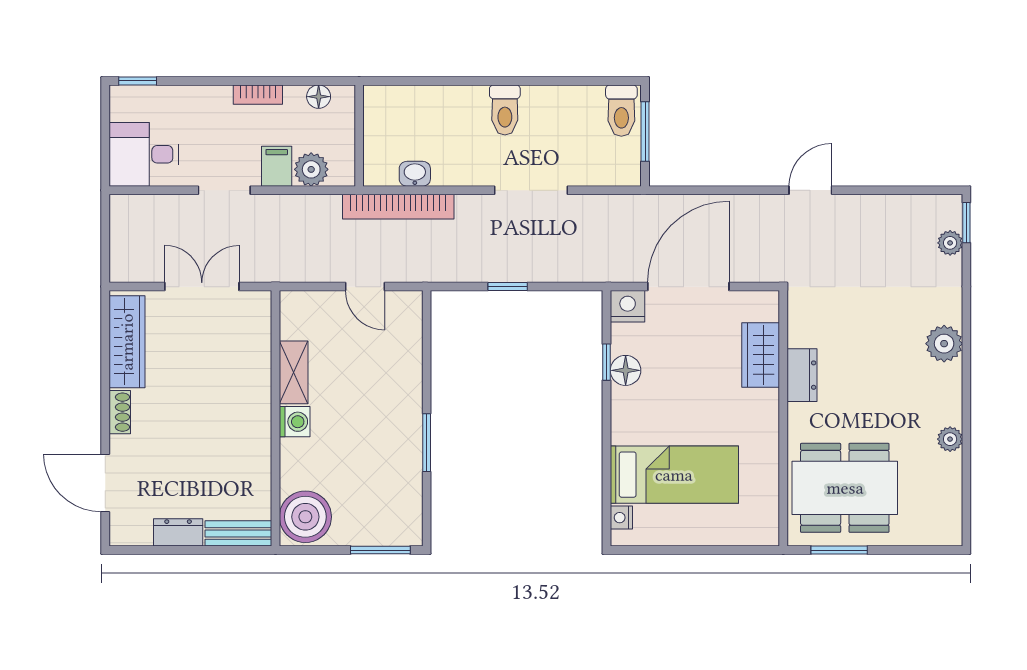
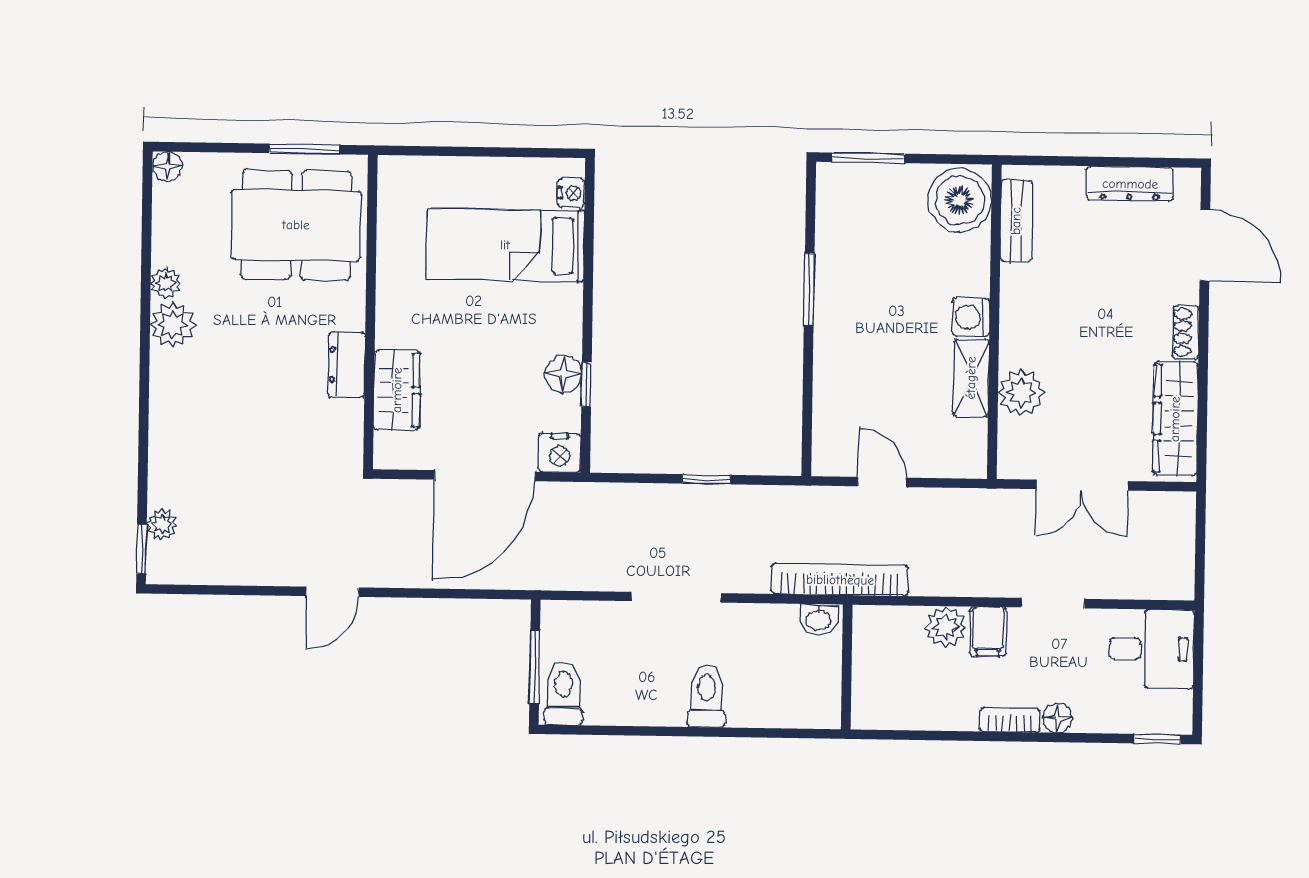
floor lamp: (319, 97) -> (1058, 718), moved
wall: (359, 136) -> (847, 667), moved
plant: (944, 344) -> (173, 325), moved
plant: (253, 361) -> (1021, 393), added
dresser: (178, 532) -> (1130, 184), width x1.44
bench: (238, 533) -> (1016, 221), moved, turned 90
floor lamp: (951, 534) -> (167, 166), added

